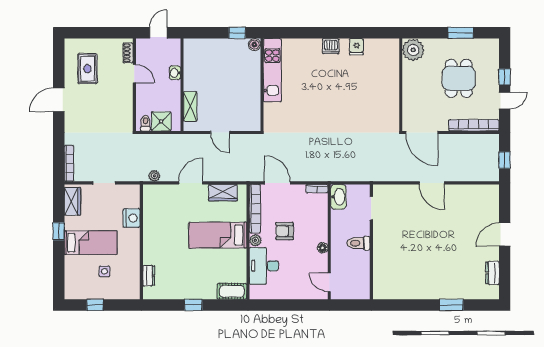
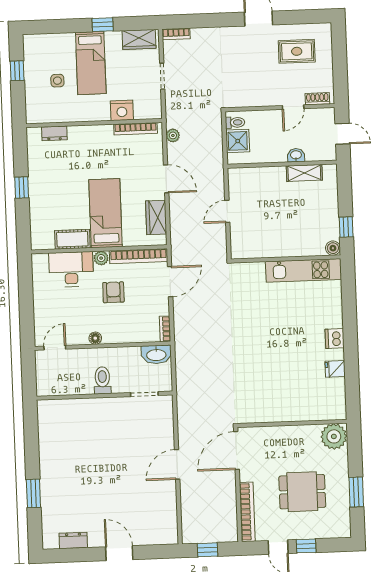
shelving: (190, 106) -> (304, 173), moved
bookcase: (69, 163) -> (176, 34), width x0.64
bookcase: (147, 207) -> (136, 129), added
cot: (232, 291) -> (72, 239), moved, turned 90

